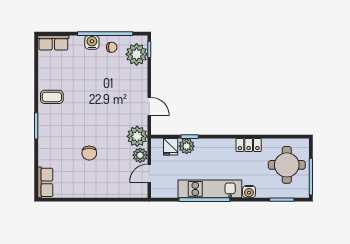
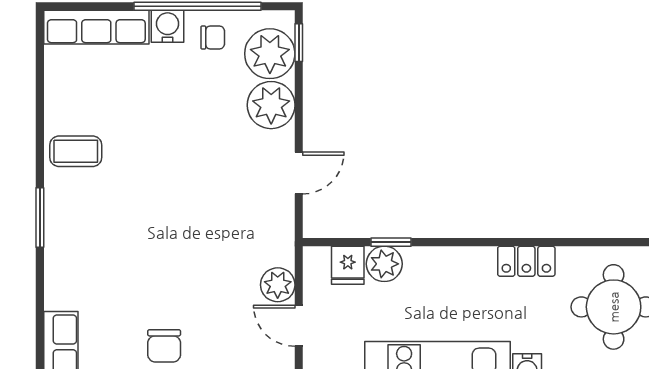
row of seats: (53, 43) -> (96, 27), width x1.48
door: (149, 106) -> (299, 173), hinge flipped
plant: (137, 136) -> (271, 105), moved
chair: (89, 153) -> (164, 346), moved
door: (149, 173) -> (299, 326), hinge flipped

